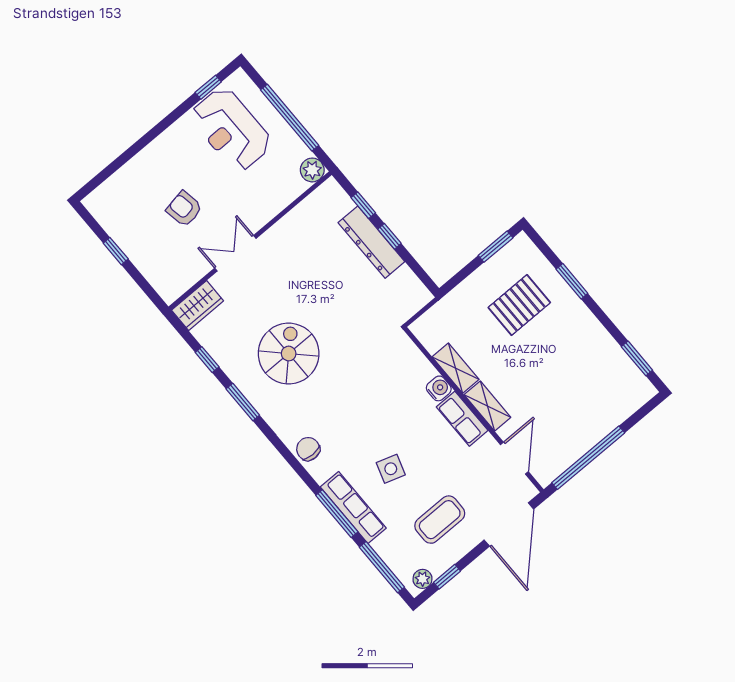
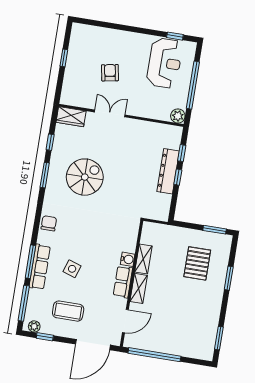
reception desk: (231, 129) -> (165, 63), turned 180
pallet: (519, 305) -> (197, 263), turned 90

